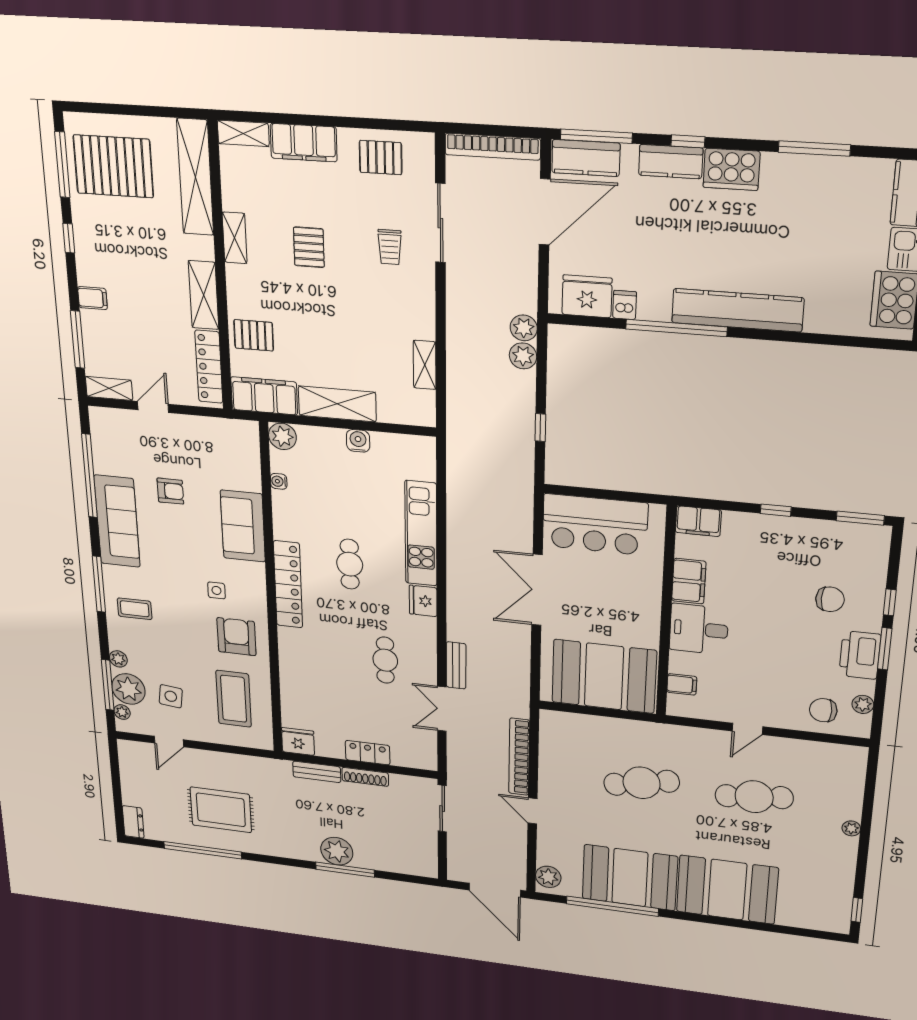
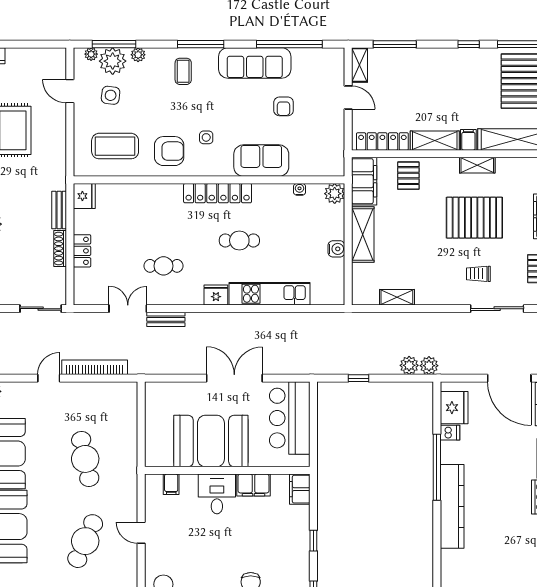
pallet: (309, 247) -> (474, 218), width x2.05, depth x2.00
filing cabinet: (92, 298) -> (468, 140), moved, turned 180
booth: (604, 676) -> (211, 441), moved, turned 90
cafe table: (754, 797) -> (85, 541), turned 30

